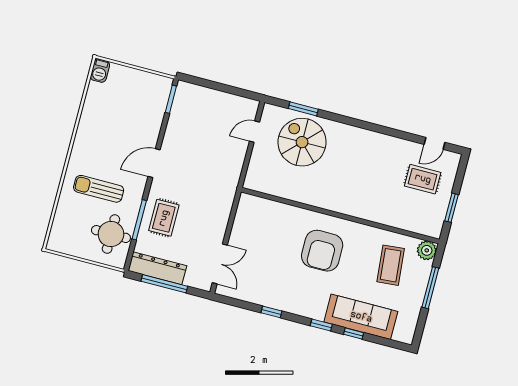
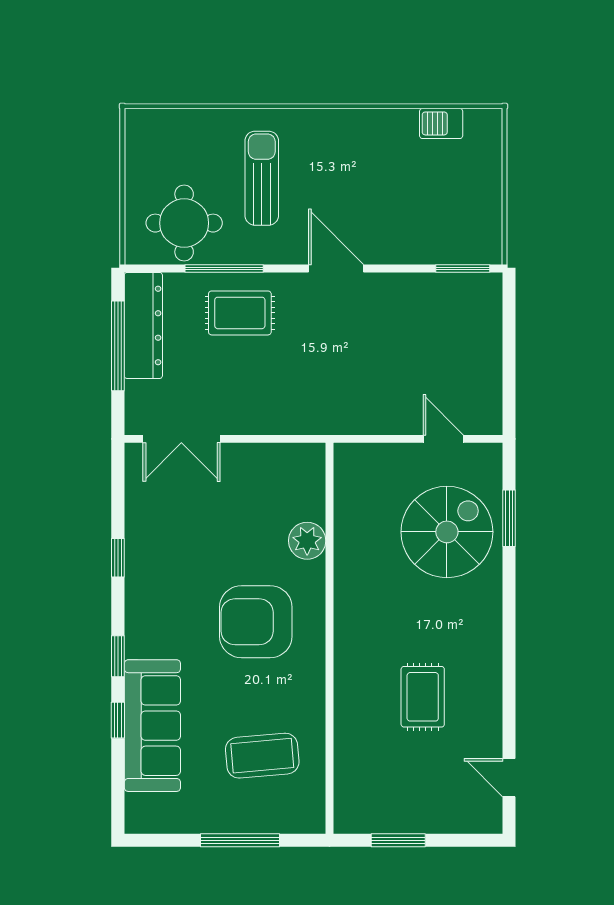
barbecue: (100, 71) -> (441, 123), moved
rug: (423, 179) -> (423, 697), moved
plant: (427, 250) -> (307, 541), moved

